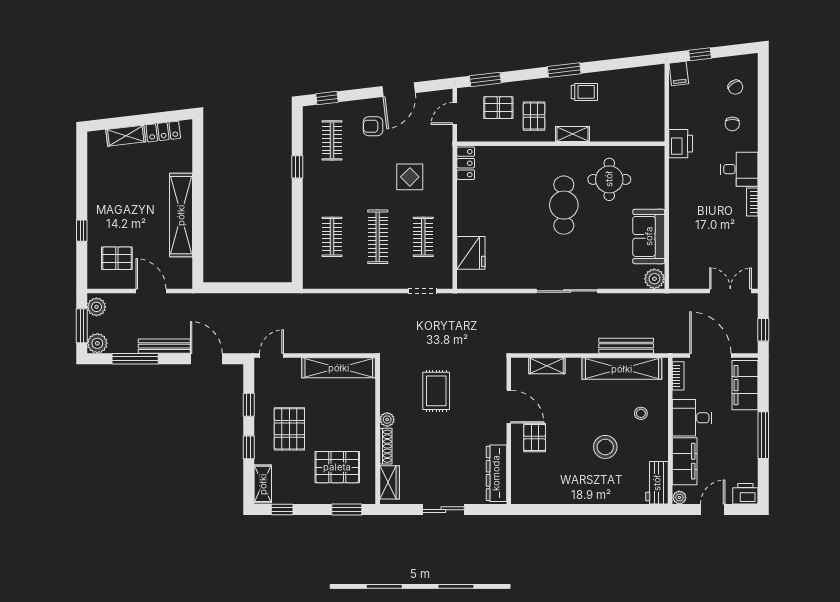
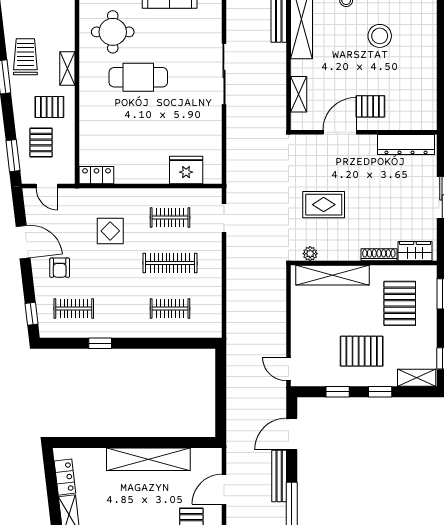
trolley: (584, 92) -> (25, 57), width x1.36, depth x1.39
shelving: (339, 368) -> (333, 275), moved, turned 90
plant: (387, 420) -> (310, 254), moved

